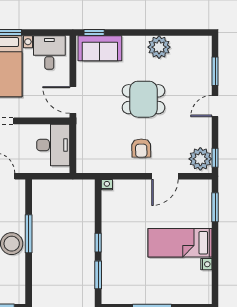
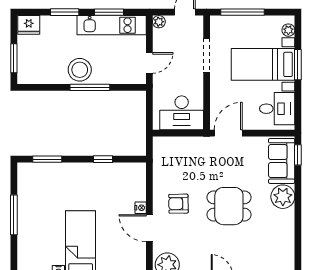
plant: (159, 47) -> (283, 197), moved
dining table: (143, 99) -> (229, 206), turned 90
nightstand: (107, 185) -> (141, 208), moved
window: (98, 243) -> (103, 159), moved

